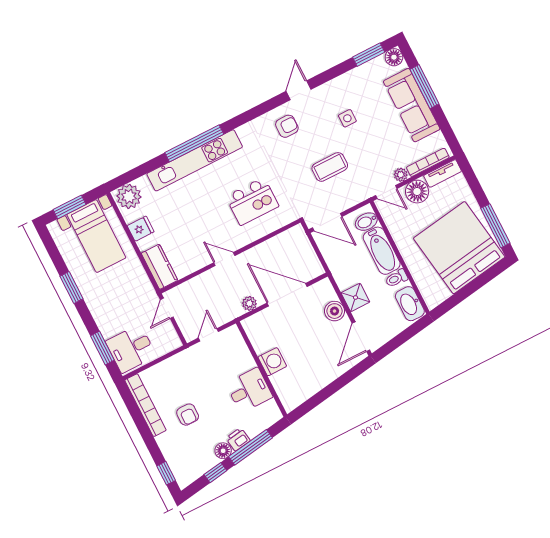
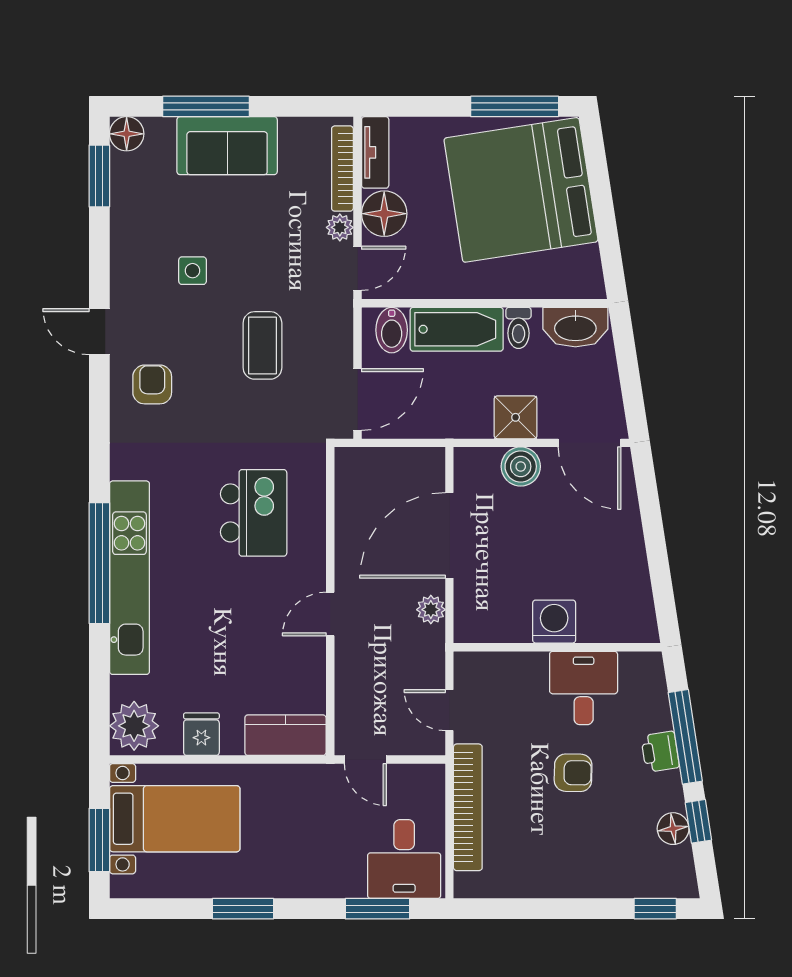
sofa: (412, 105) -> (227, 146), width x0.73
bookcase: (145, 405) -> (468, 807), moved, turned 90
armchair: (188, 415) -> (573, 773), moved
floor lamp: (223, 451) -> (673, 829), moved

